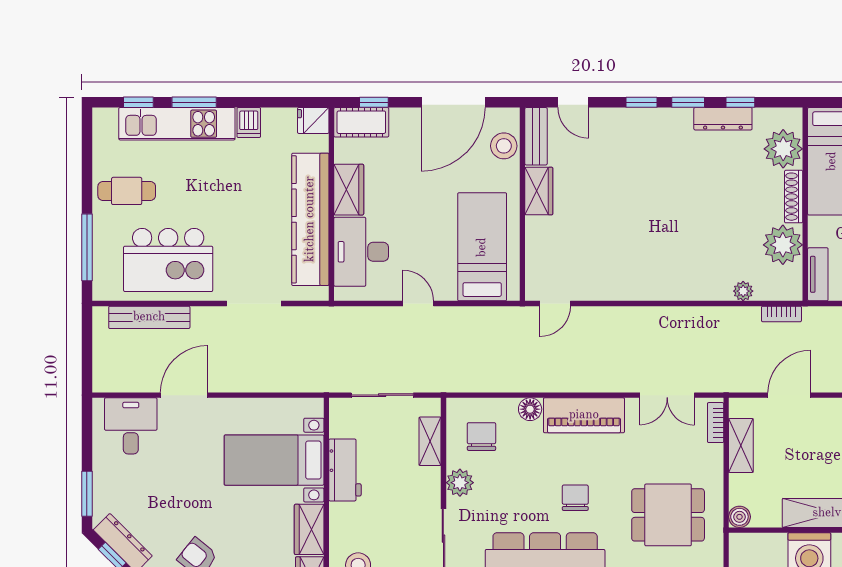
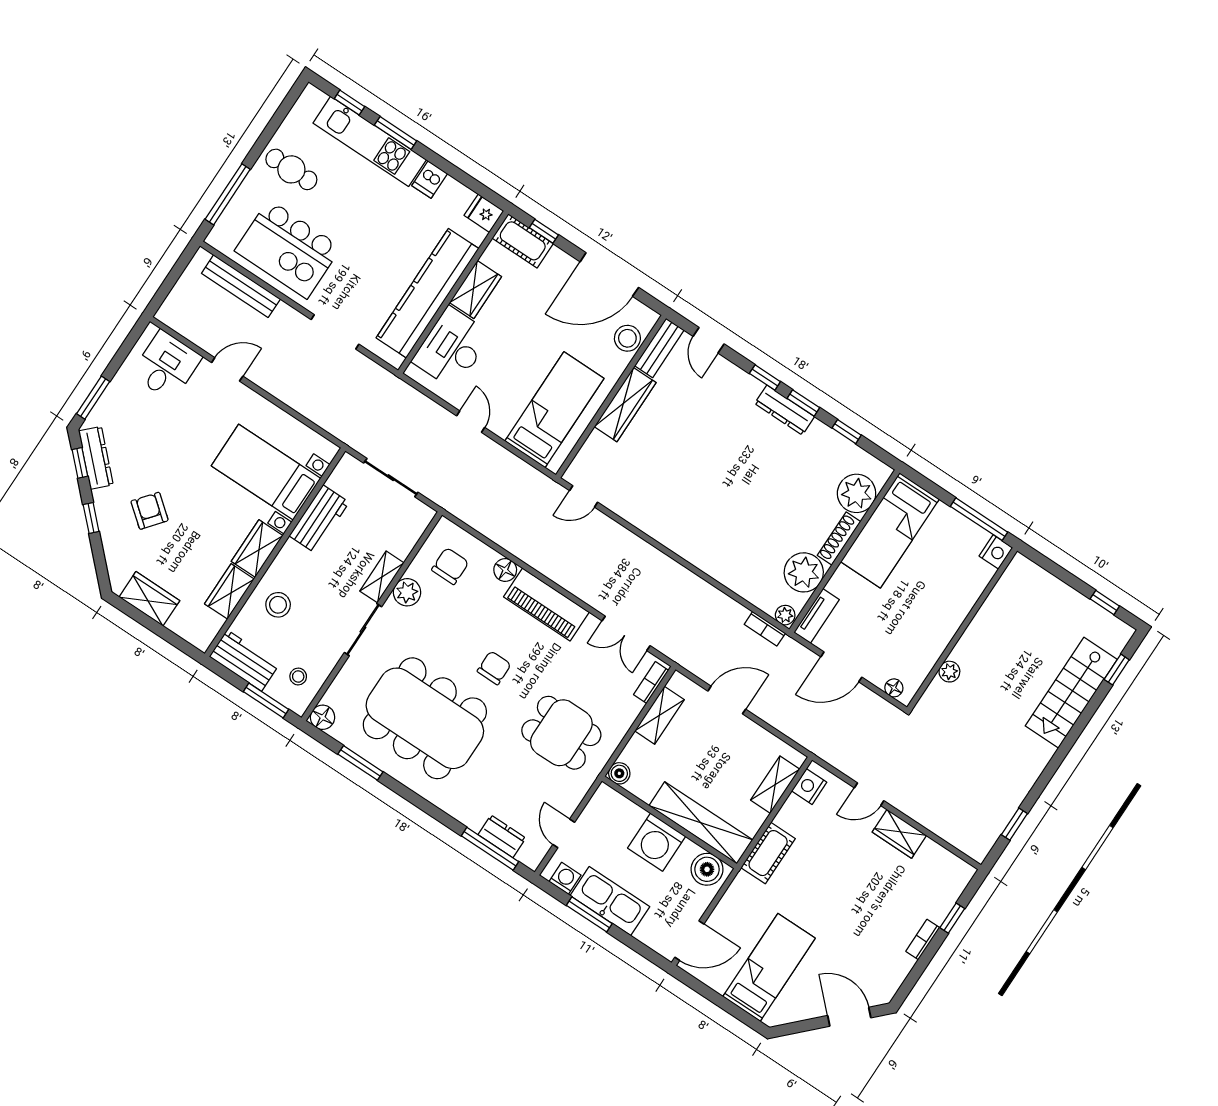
dresser: (723, 119) -> (785, 410), moved
wardrobe: (539, 191) -> (625, 405), width x1.50
plant: (743, 291) -> (785, 615), moved
door: (184, 395) -> (227, 369), width x0.73
shelving: (430, 441) -> (382, 577), moved

